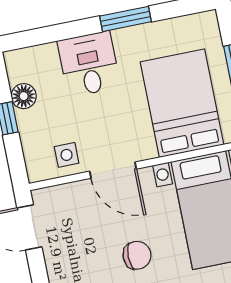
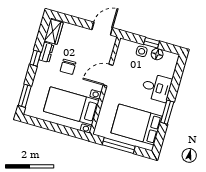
bed: (182, 103) -> (136, 124), moved, turned 180
side table: (67, 155) -> (142, 51), moved

